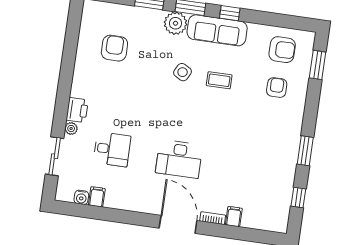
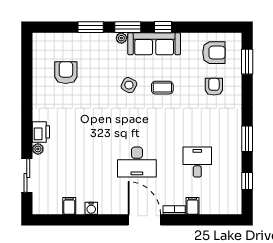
plant: (176, 23) -> (121, 38), width x0.53, depth x0.53
desk: (112, 149) -> (197, 162), moved, turned -90
water cooler: (81, 197) -> (91, 208), moved

